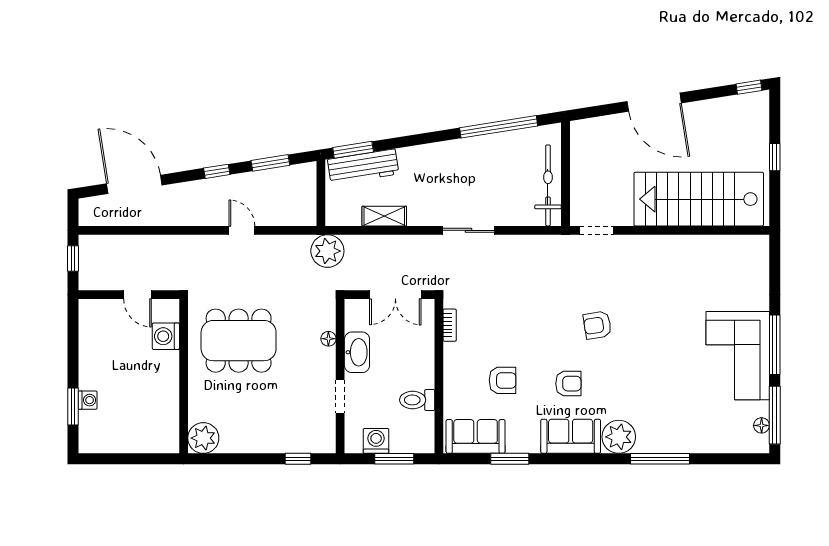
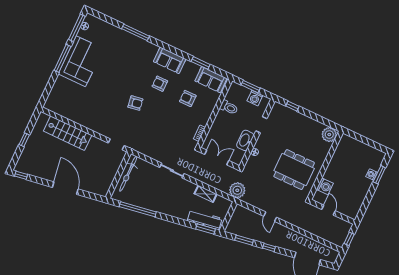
stairs: (699, 199) -> (68, 133), width x0.73, depth x0.66
plant: (619, 437) -> (149, 50), removed

